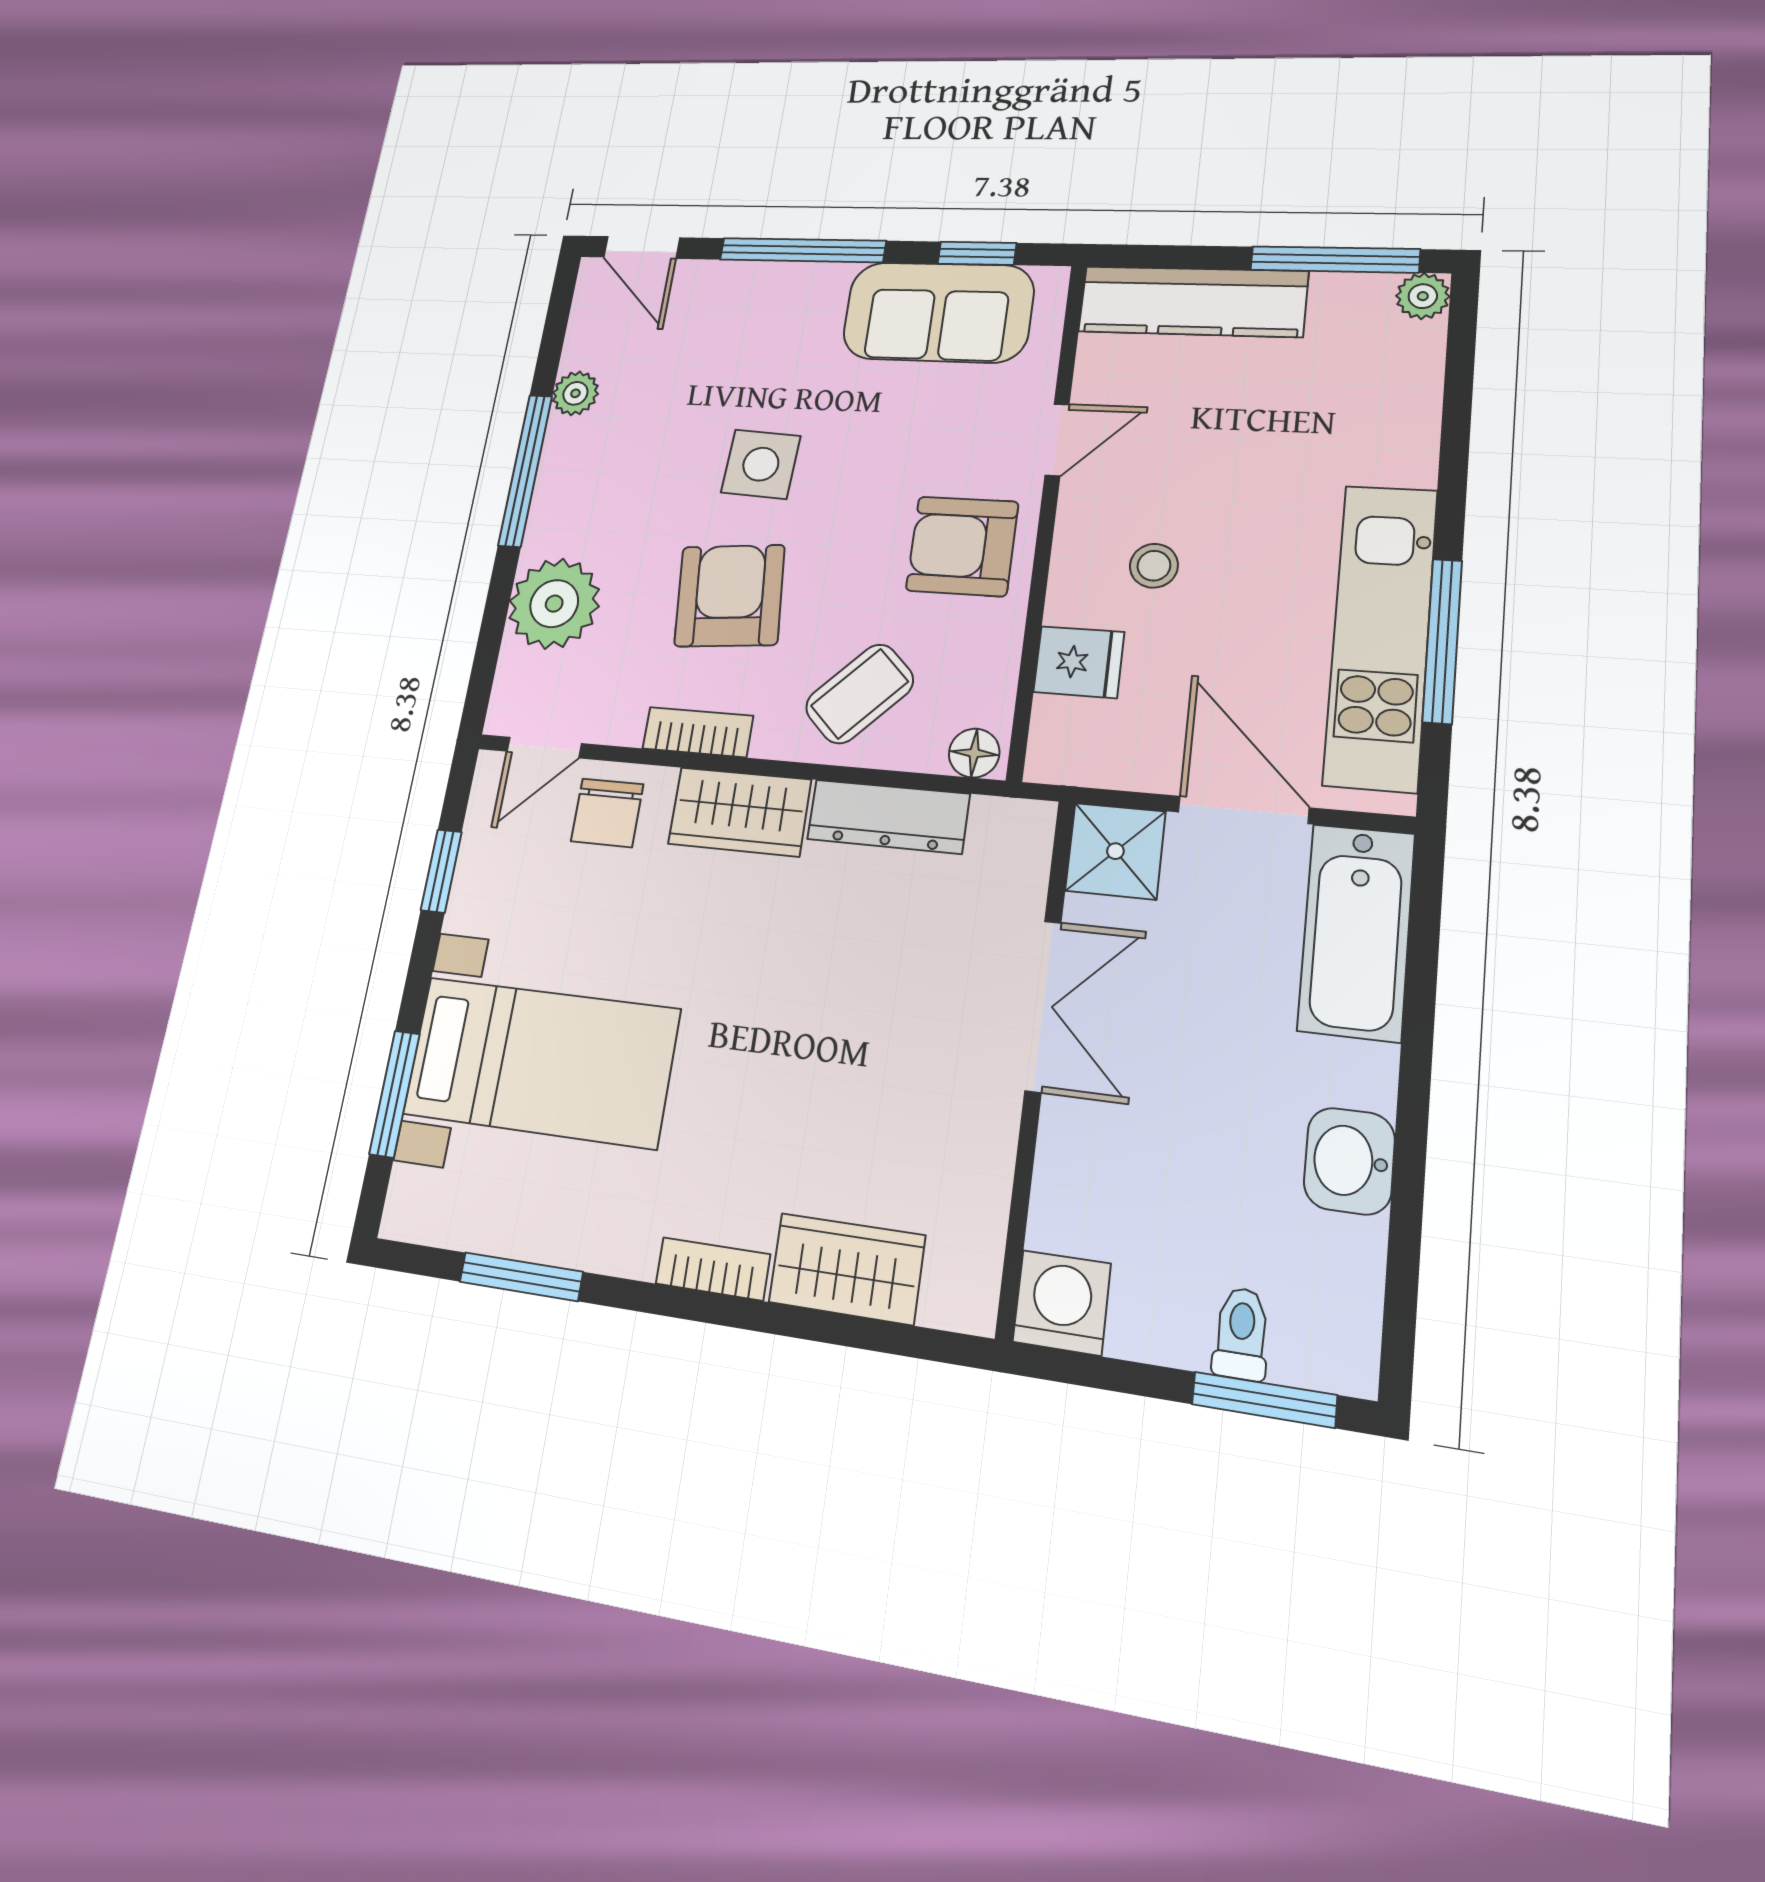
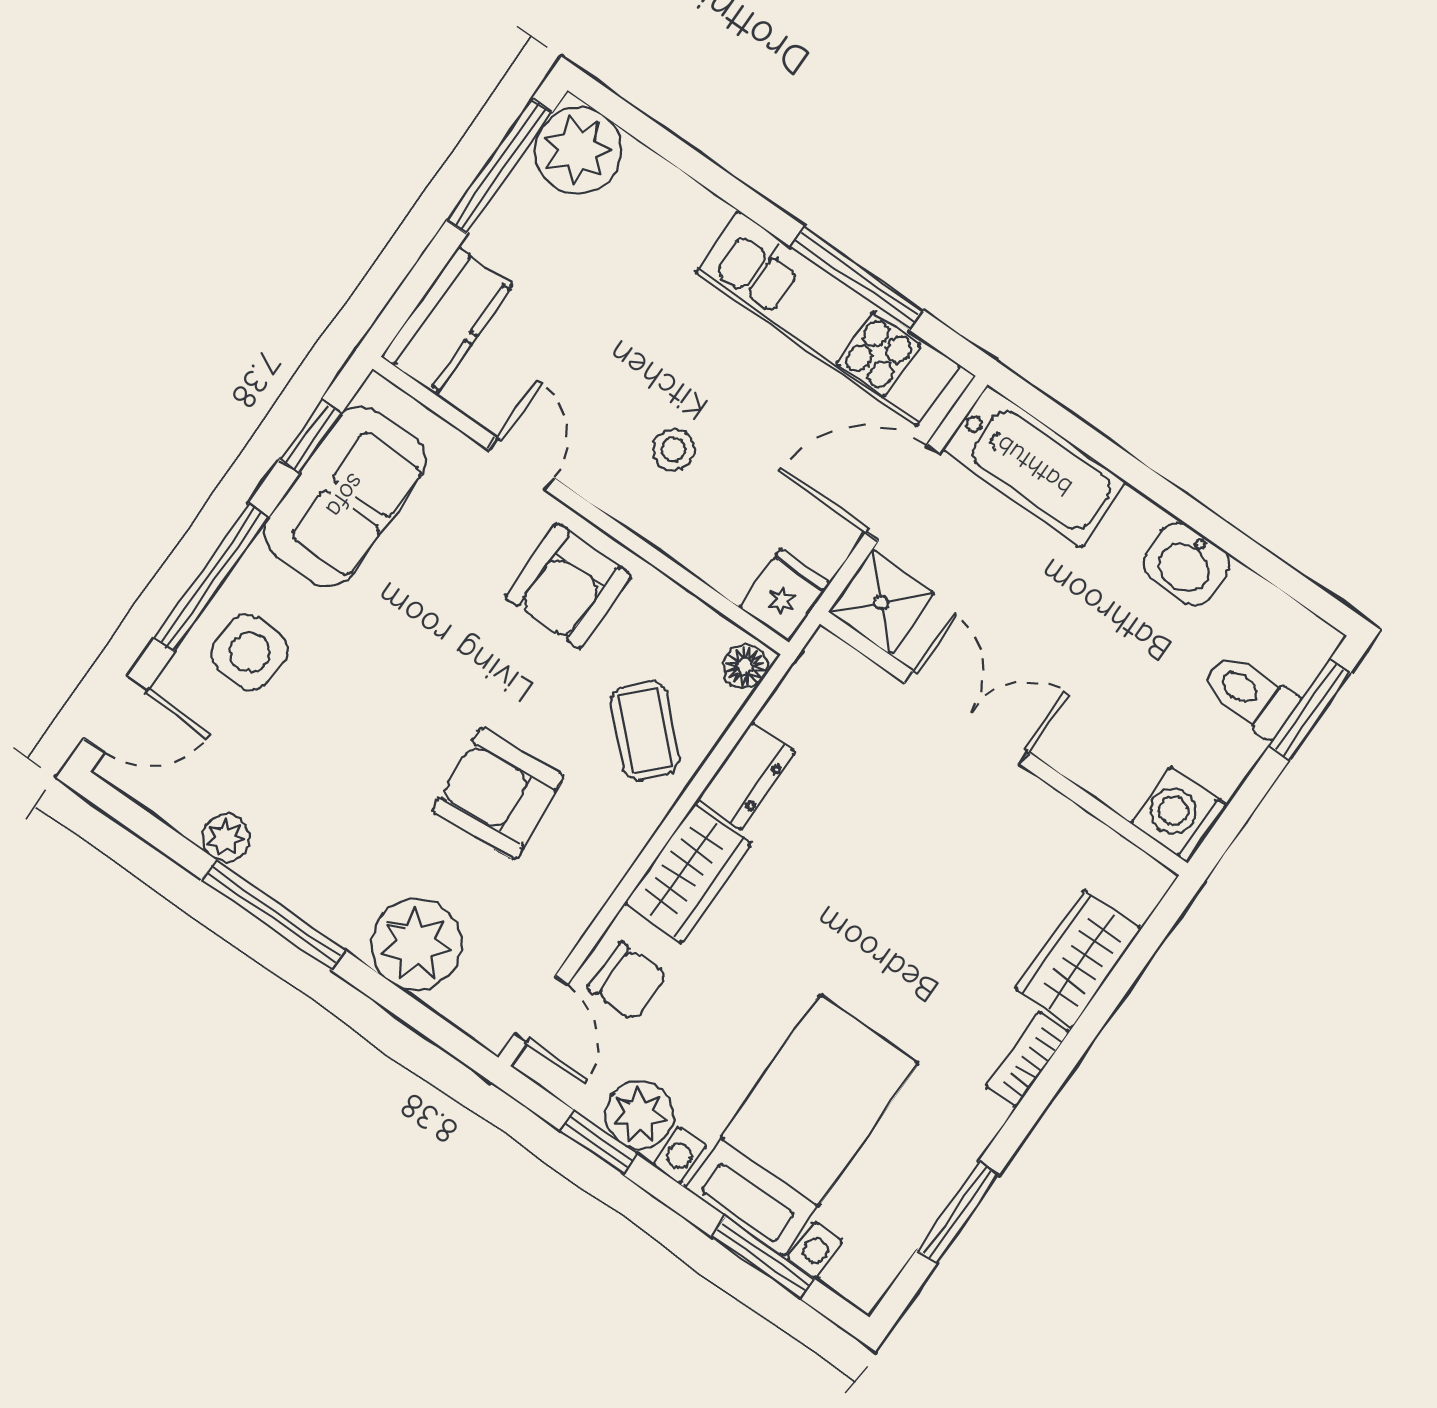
plant: (1423, 296) -> (578, 150), width x1.88, depth x1.88
kitchen counter: (1193, 301) -> (447, 321), width x0.67
side table: (761, 464) -> (249, 652), moved
fridge: (1079, 662) -> (785, 595), moved
bookcase: (698, 732) -> (602, 876), removed
dresser: (888, 817) -> (746, 776), width x0.70
plant: (484, 895) -> (640, 1115), added
toilet: (1241, 1334) -> (1250, 695), width x1.37, depth x1.39

